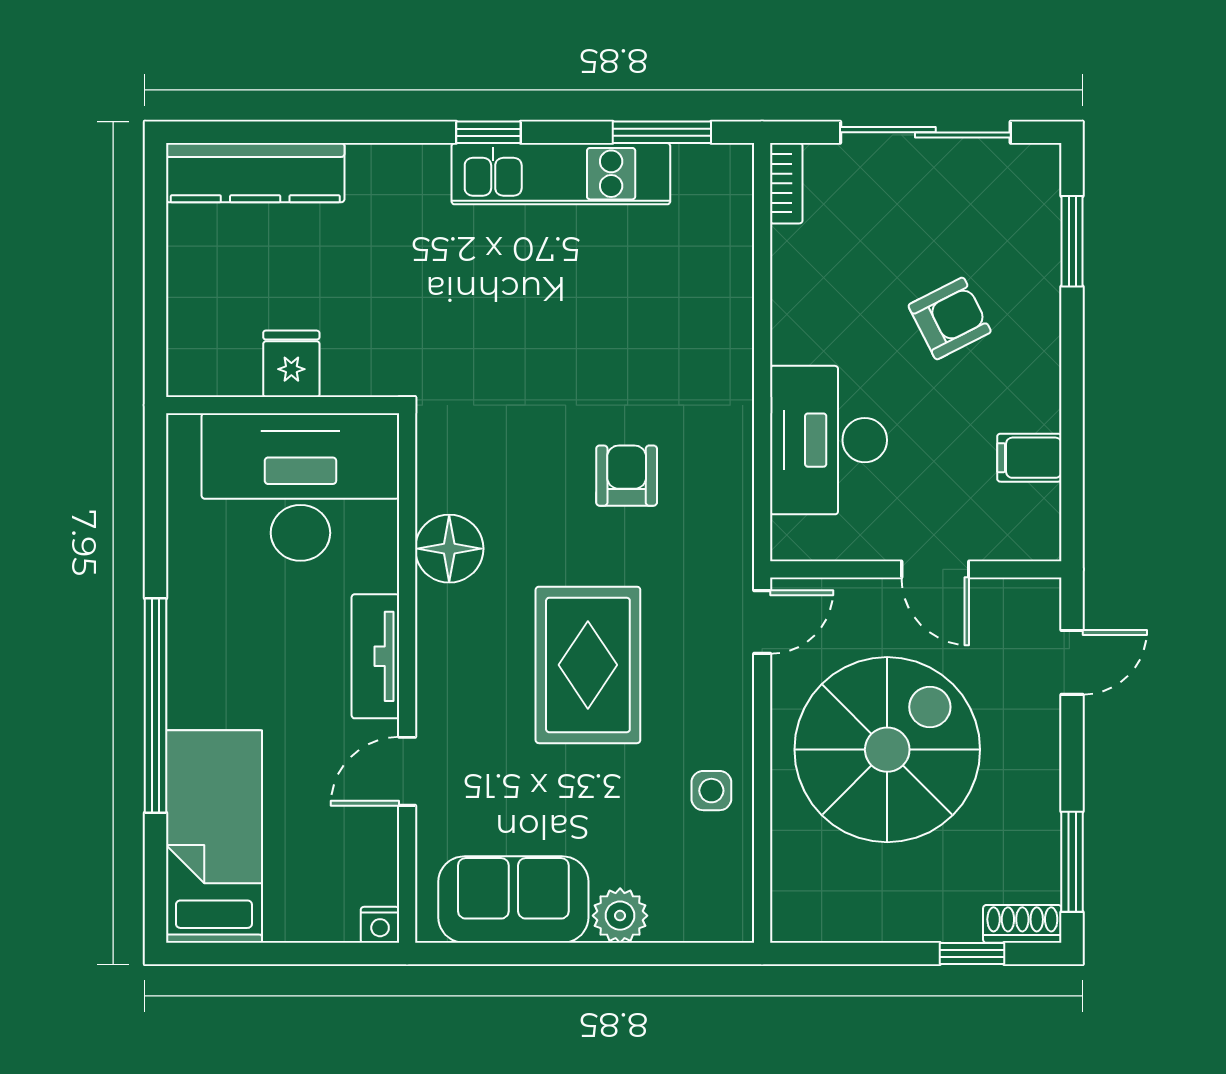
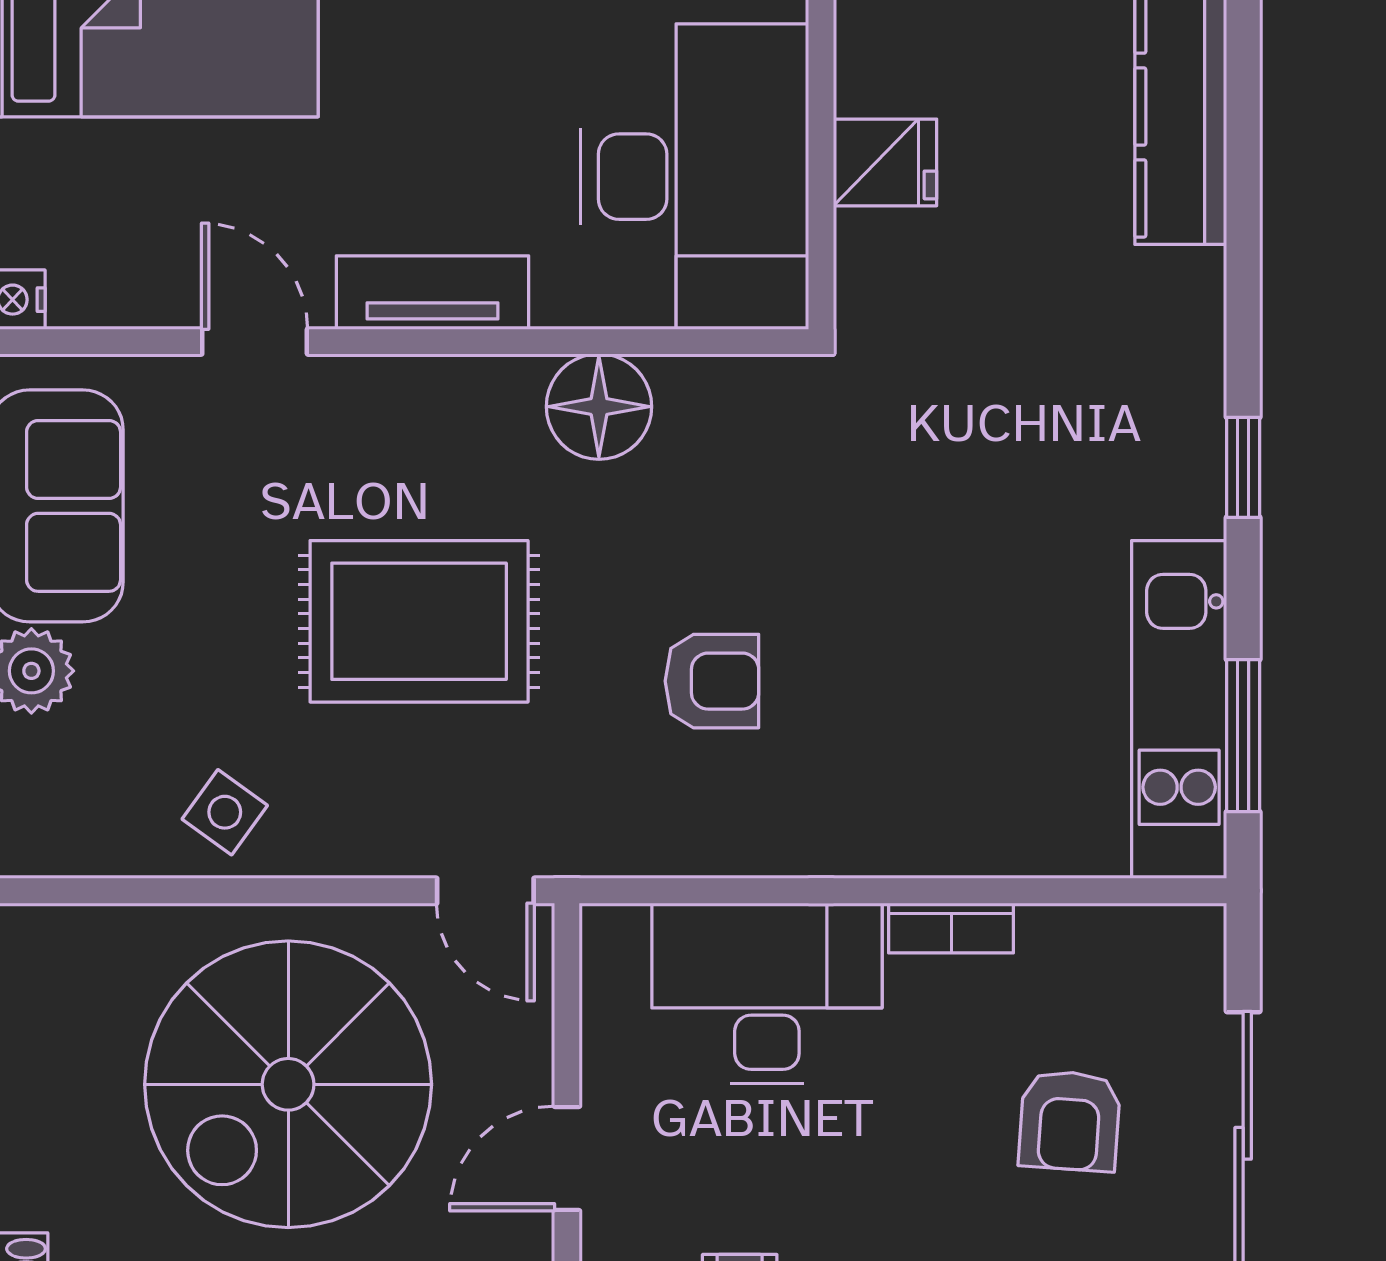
kitchen unit: (561, 174) -> (1179, 710), moved
bookcase: (786, 183) -> (951, 928), moved
armchair: (950, 319) -> (1070, 1121), moved, turned 31
spiral stairs: (887, 750) -> (288, 1084), turned 90
side table: (711, 791) -> (225, 812), turned 36

